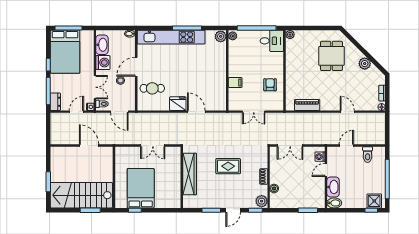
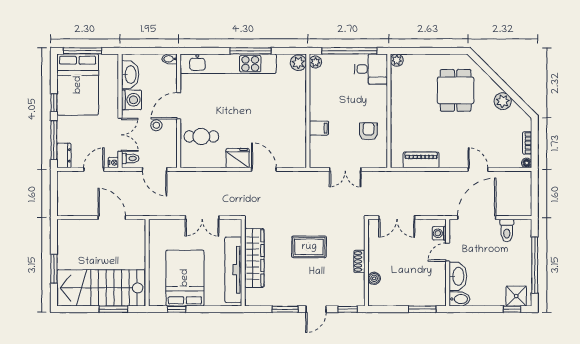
door: (346, 146) -> (477, 218), width x1.87
tv unit: (175, 182) -> (233, 270), added
plant: (262, 201) -> (356, 296), removed

